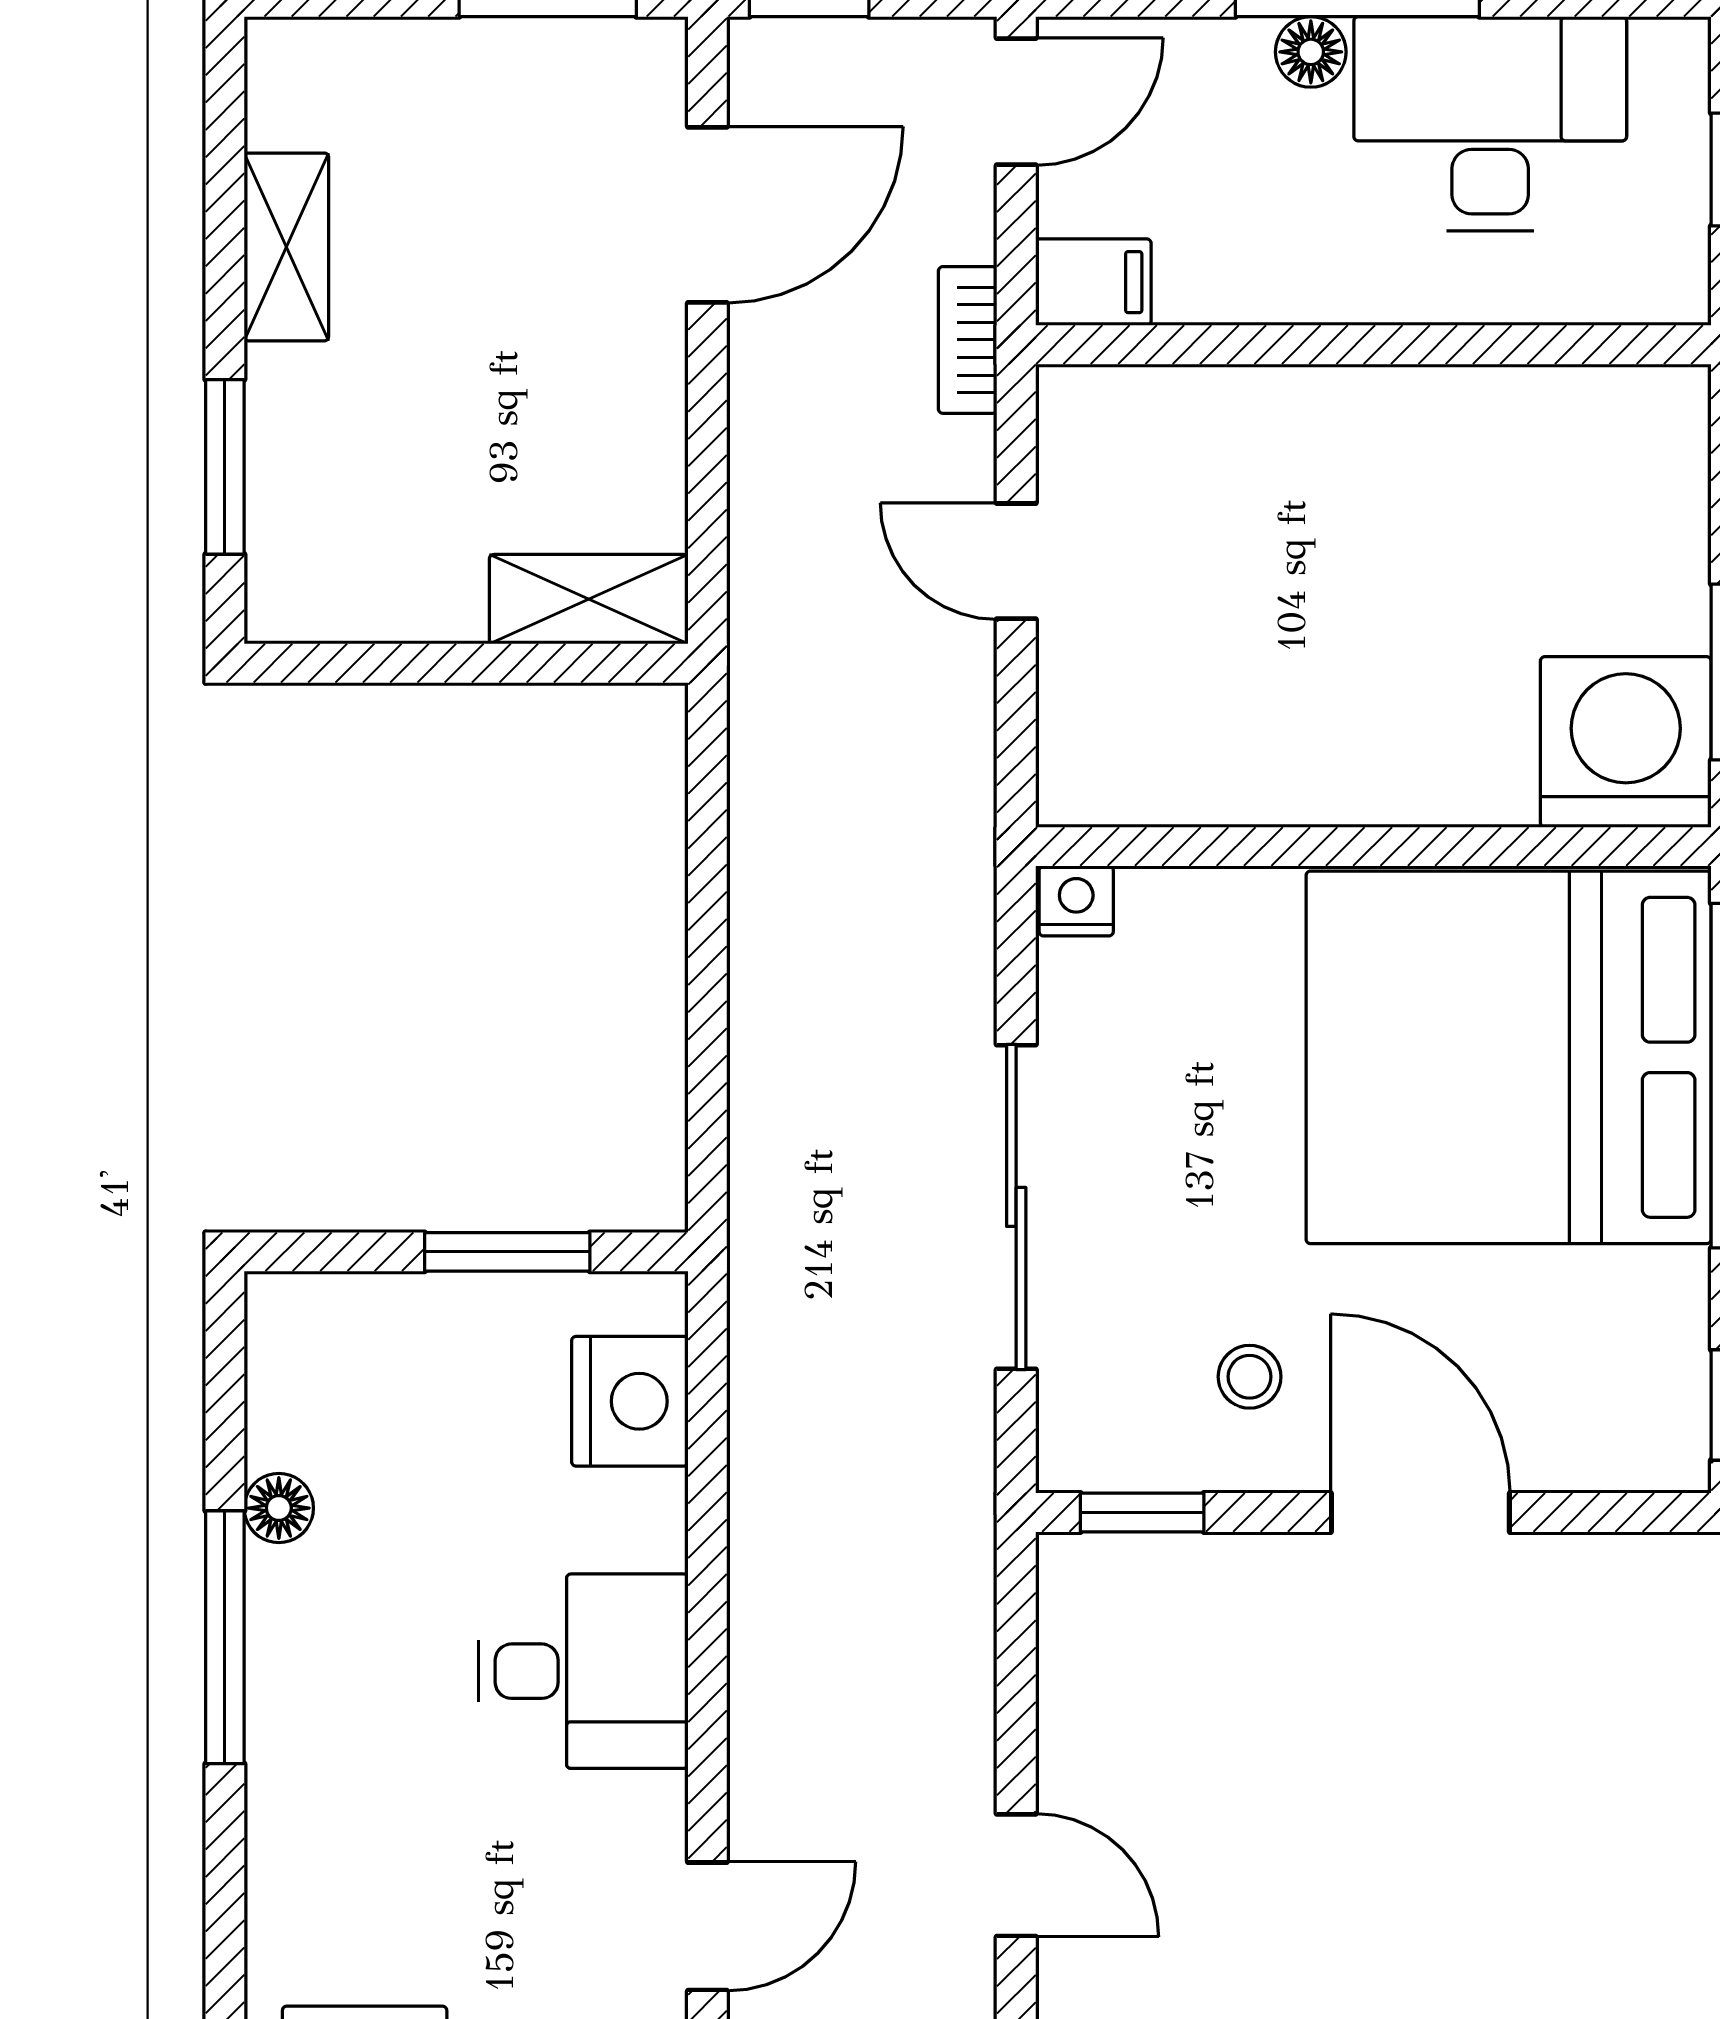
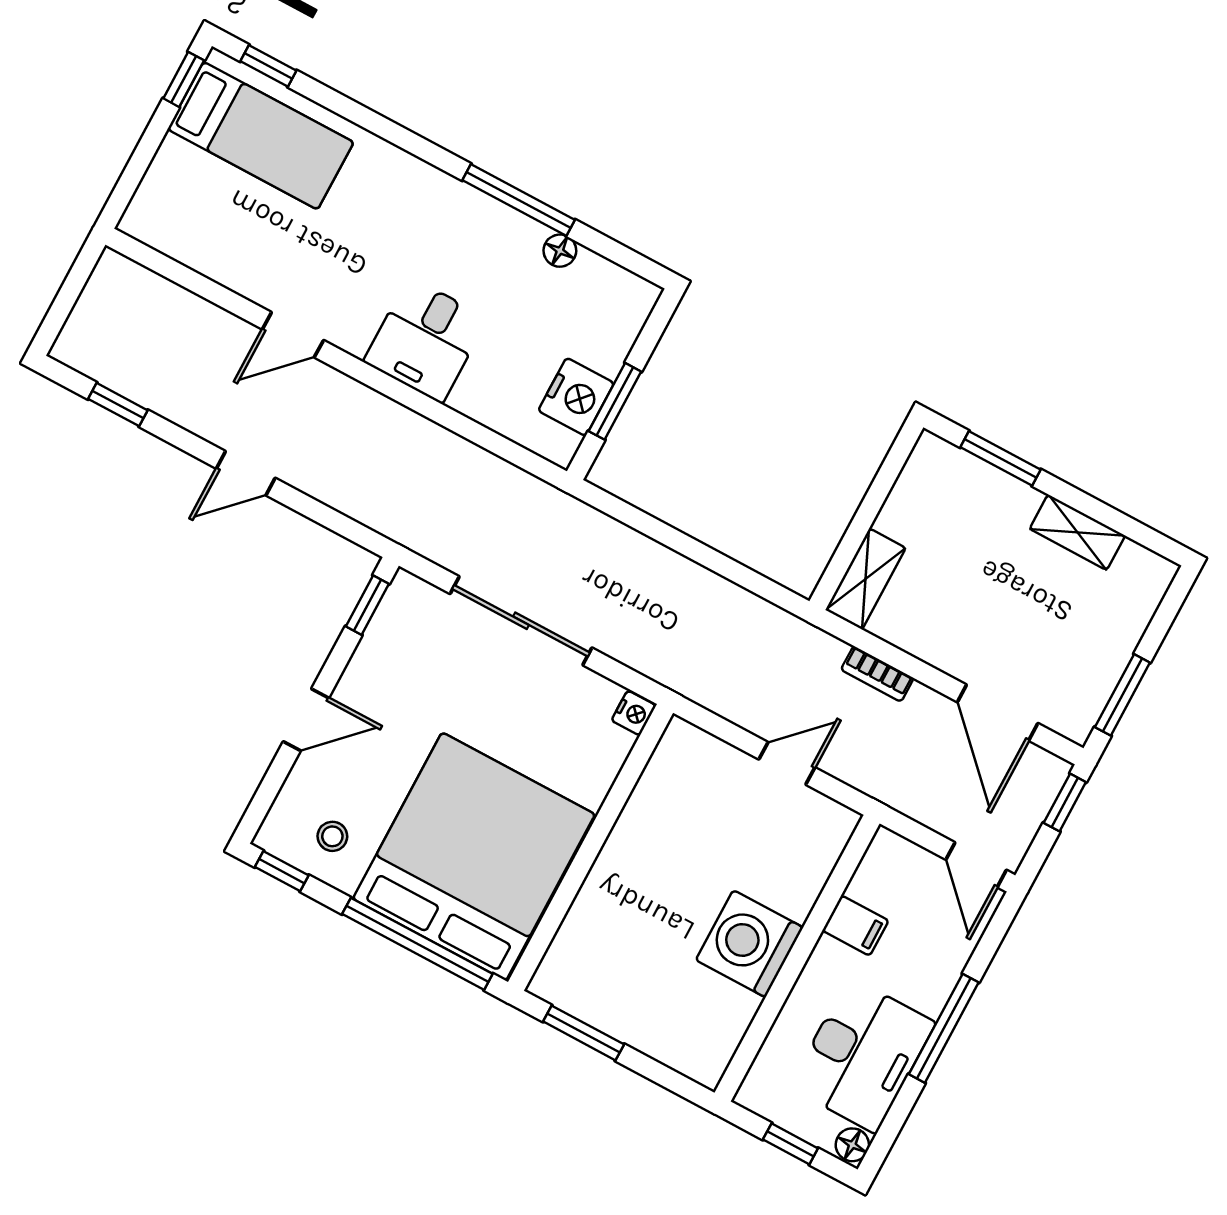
floor lamp: (1311, 52) -> (852, 1145), moved
filing cabinet: (1093, 282) -> (856, 926), moved, turned -90
bookcase: (968, 340) -> (877, 674), moved, turned 180
washing machine: (1626, 742) -> (749, 944), moved, turned 180
stool: (1250, 1377) -> (332, 836), moved
nightstand: (630, 1401) -> (576, 397), moved, turned -90
door: (1420, 1513) -> (306, 720), width x0.73
door: (707, 1926) -> (293, 335), hinge flipped

